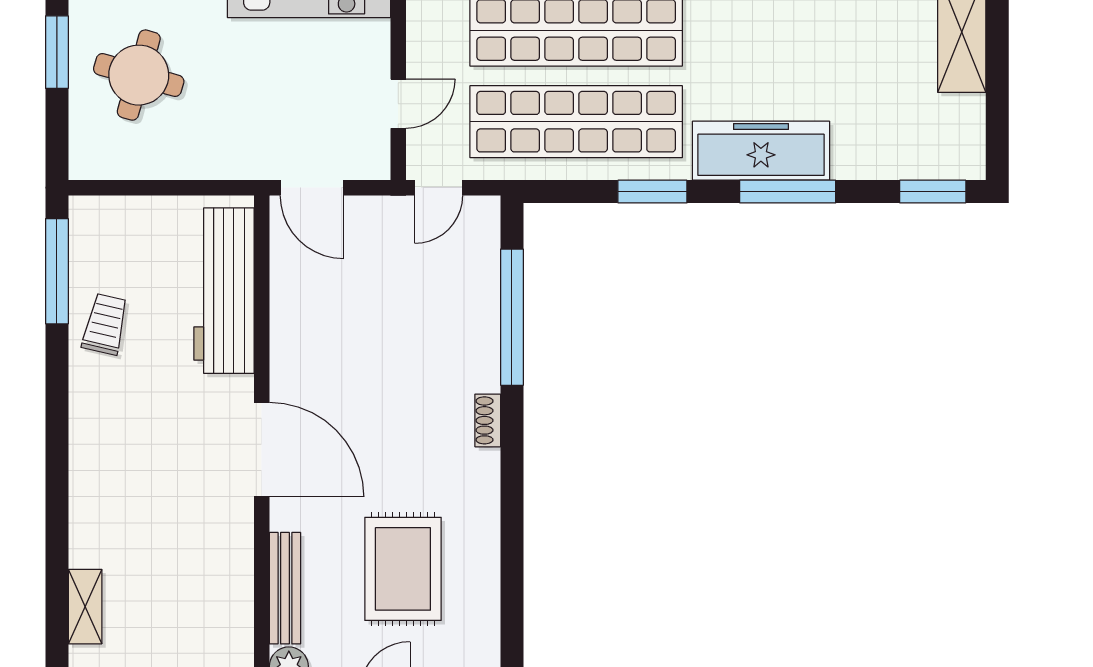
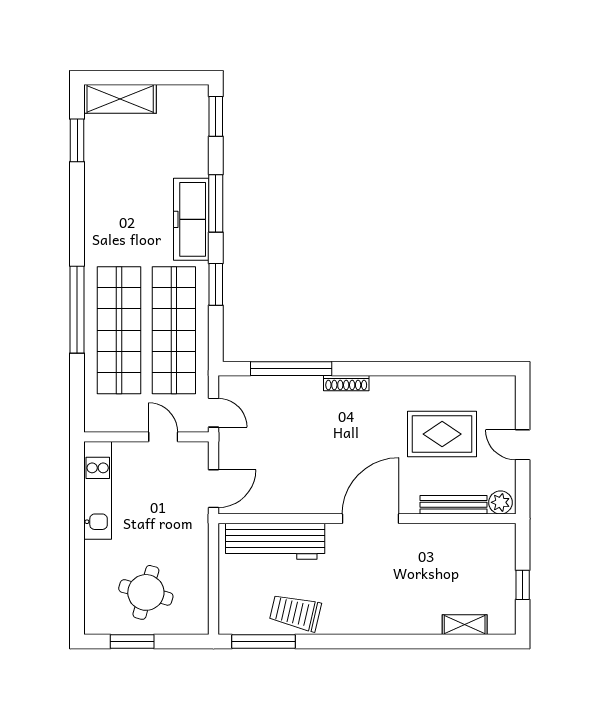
trolley: (105, 324) -> (295, 613), width x1.36, depth x1.39
shoe rack: (488, 420) -> (346, 383), width x1.43

